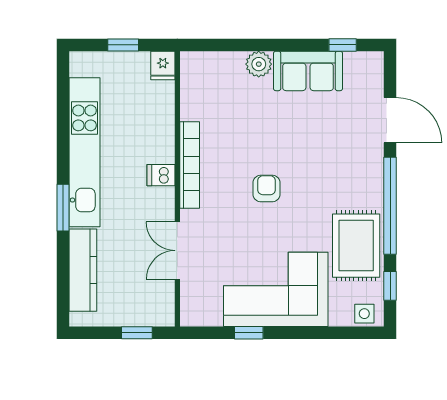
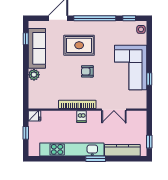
sofa: (308, 71) -> (37, 48), width x1.36
rug: (356, 246) -> (79, 45), moved
window: (137, 333) -> (149, 142), moved

